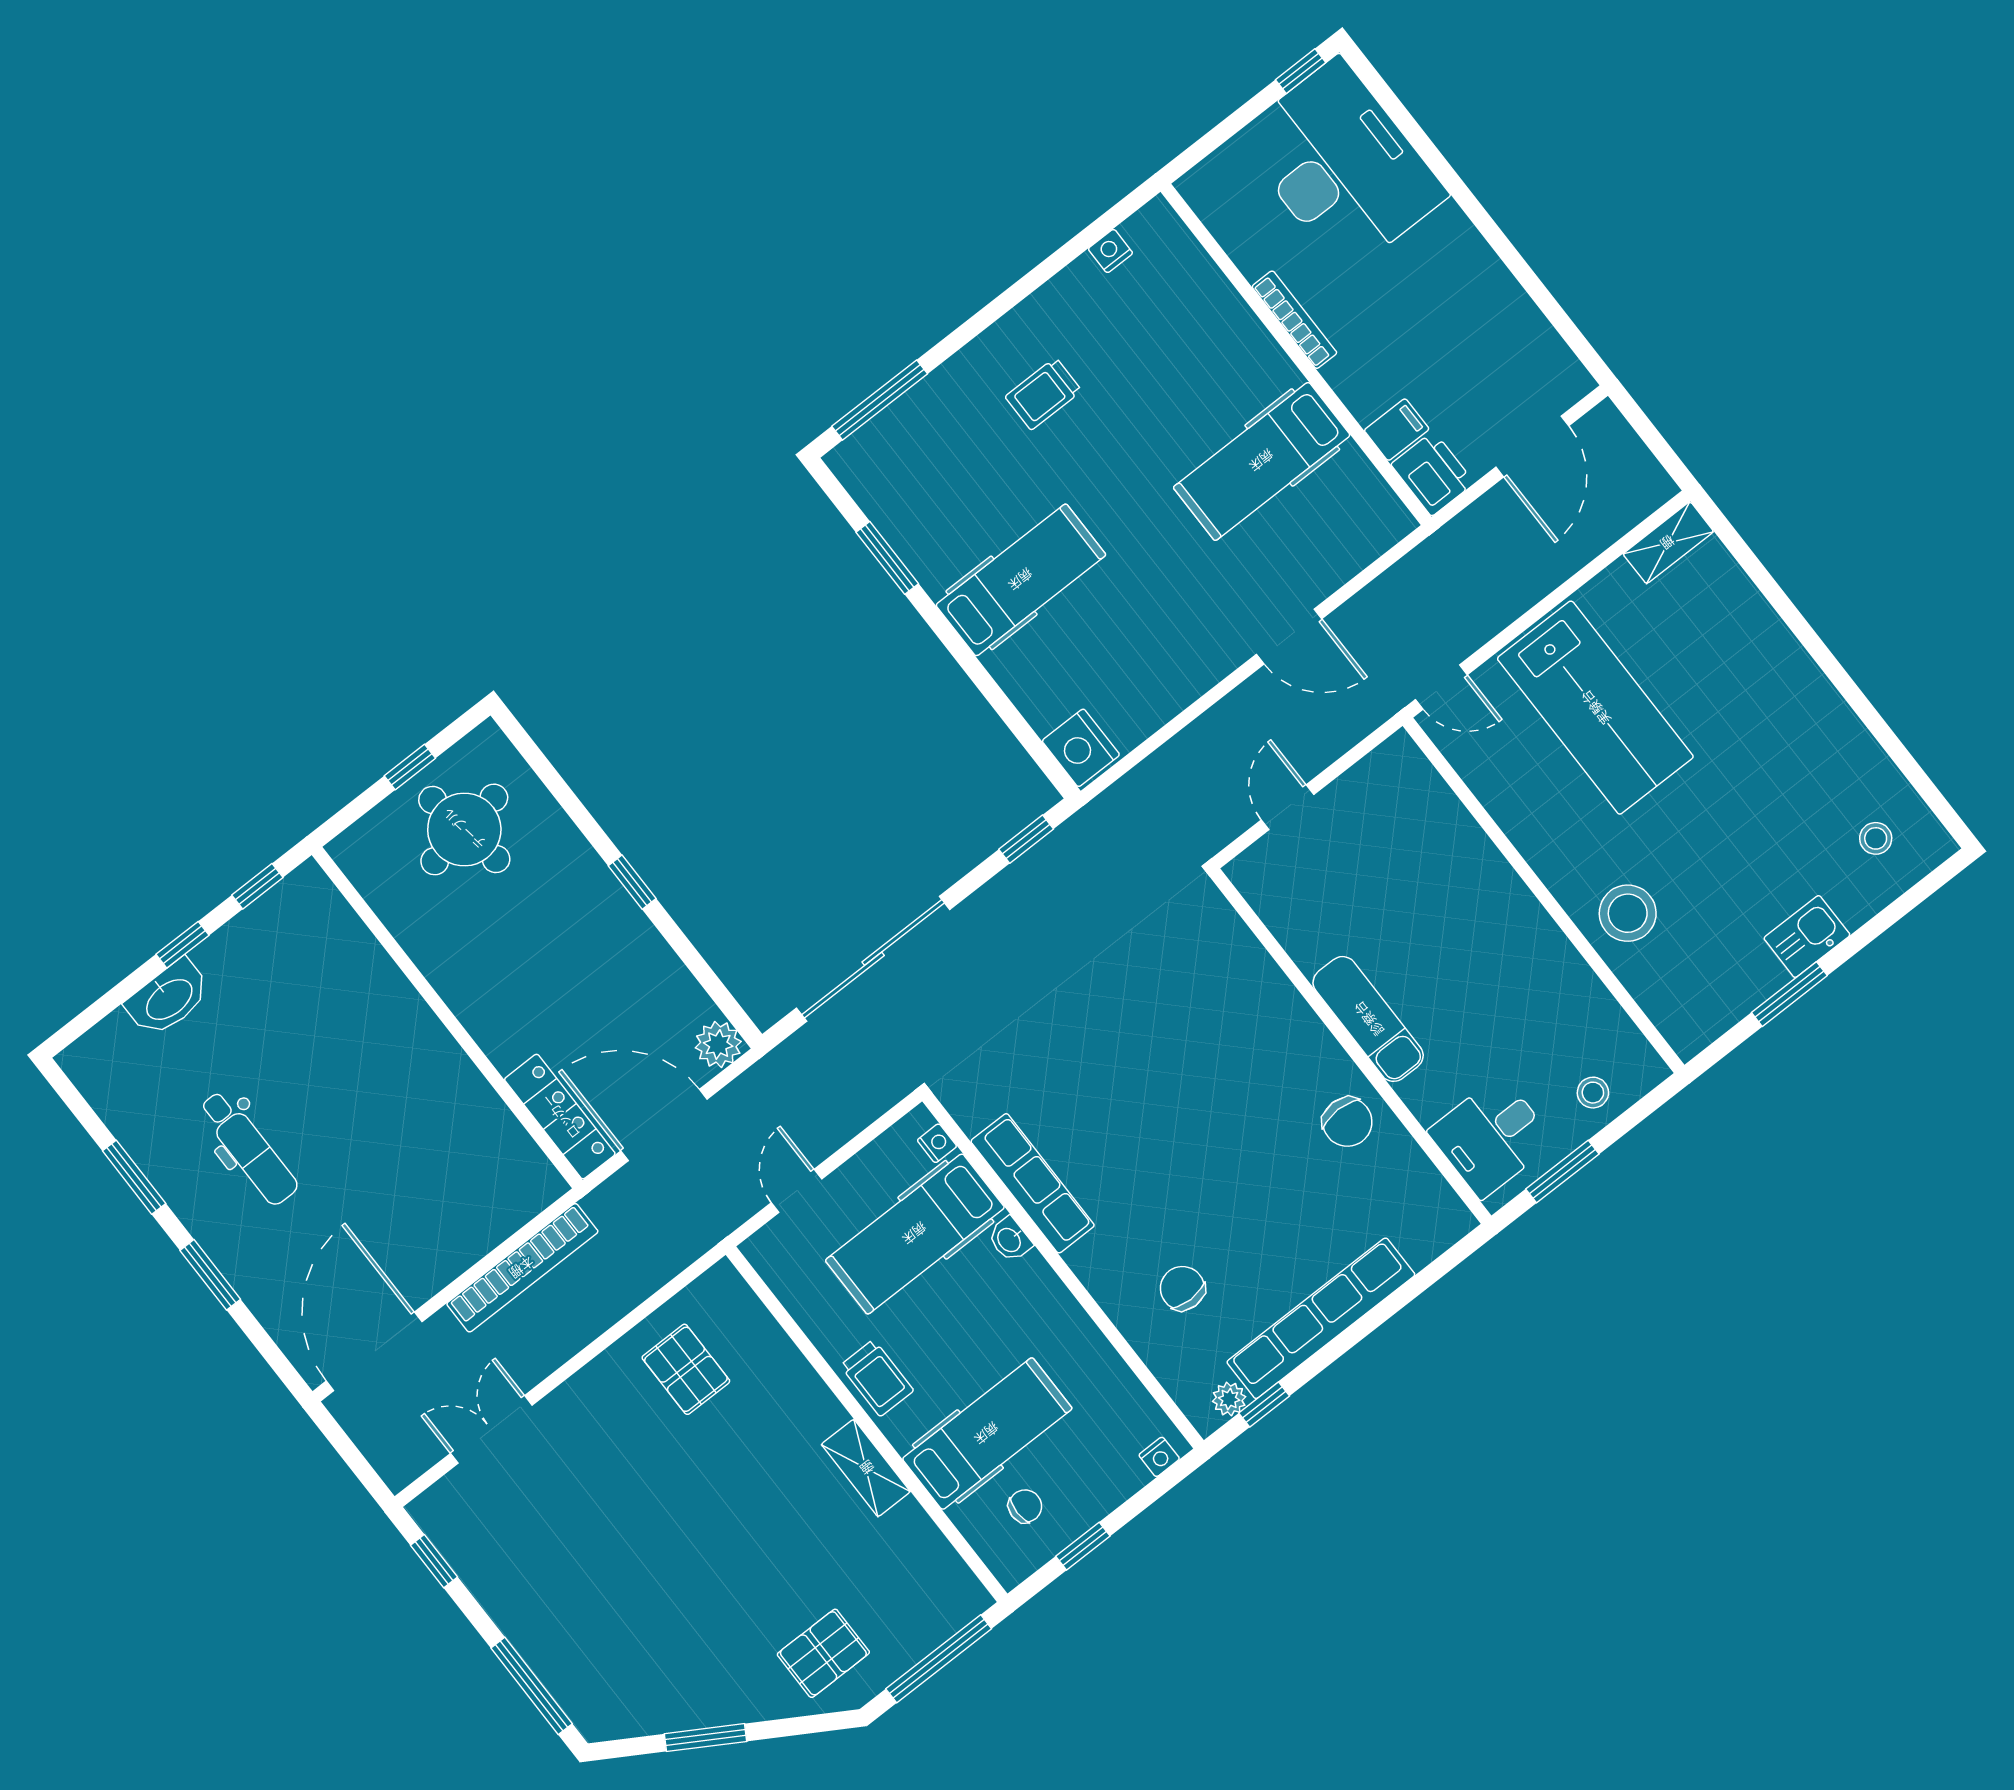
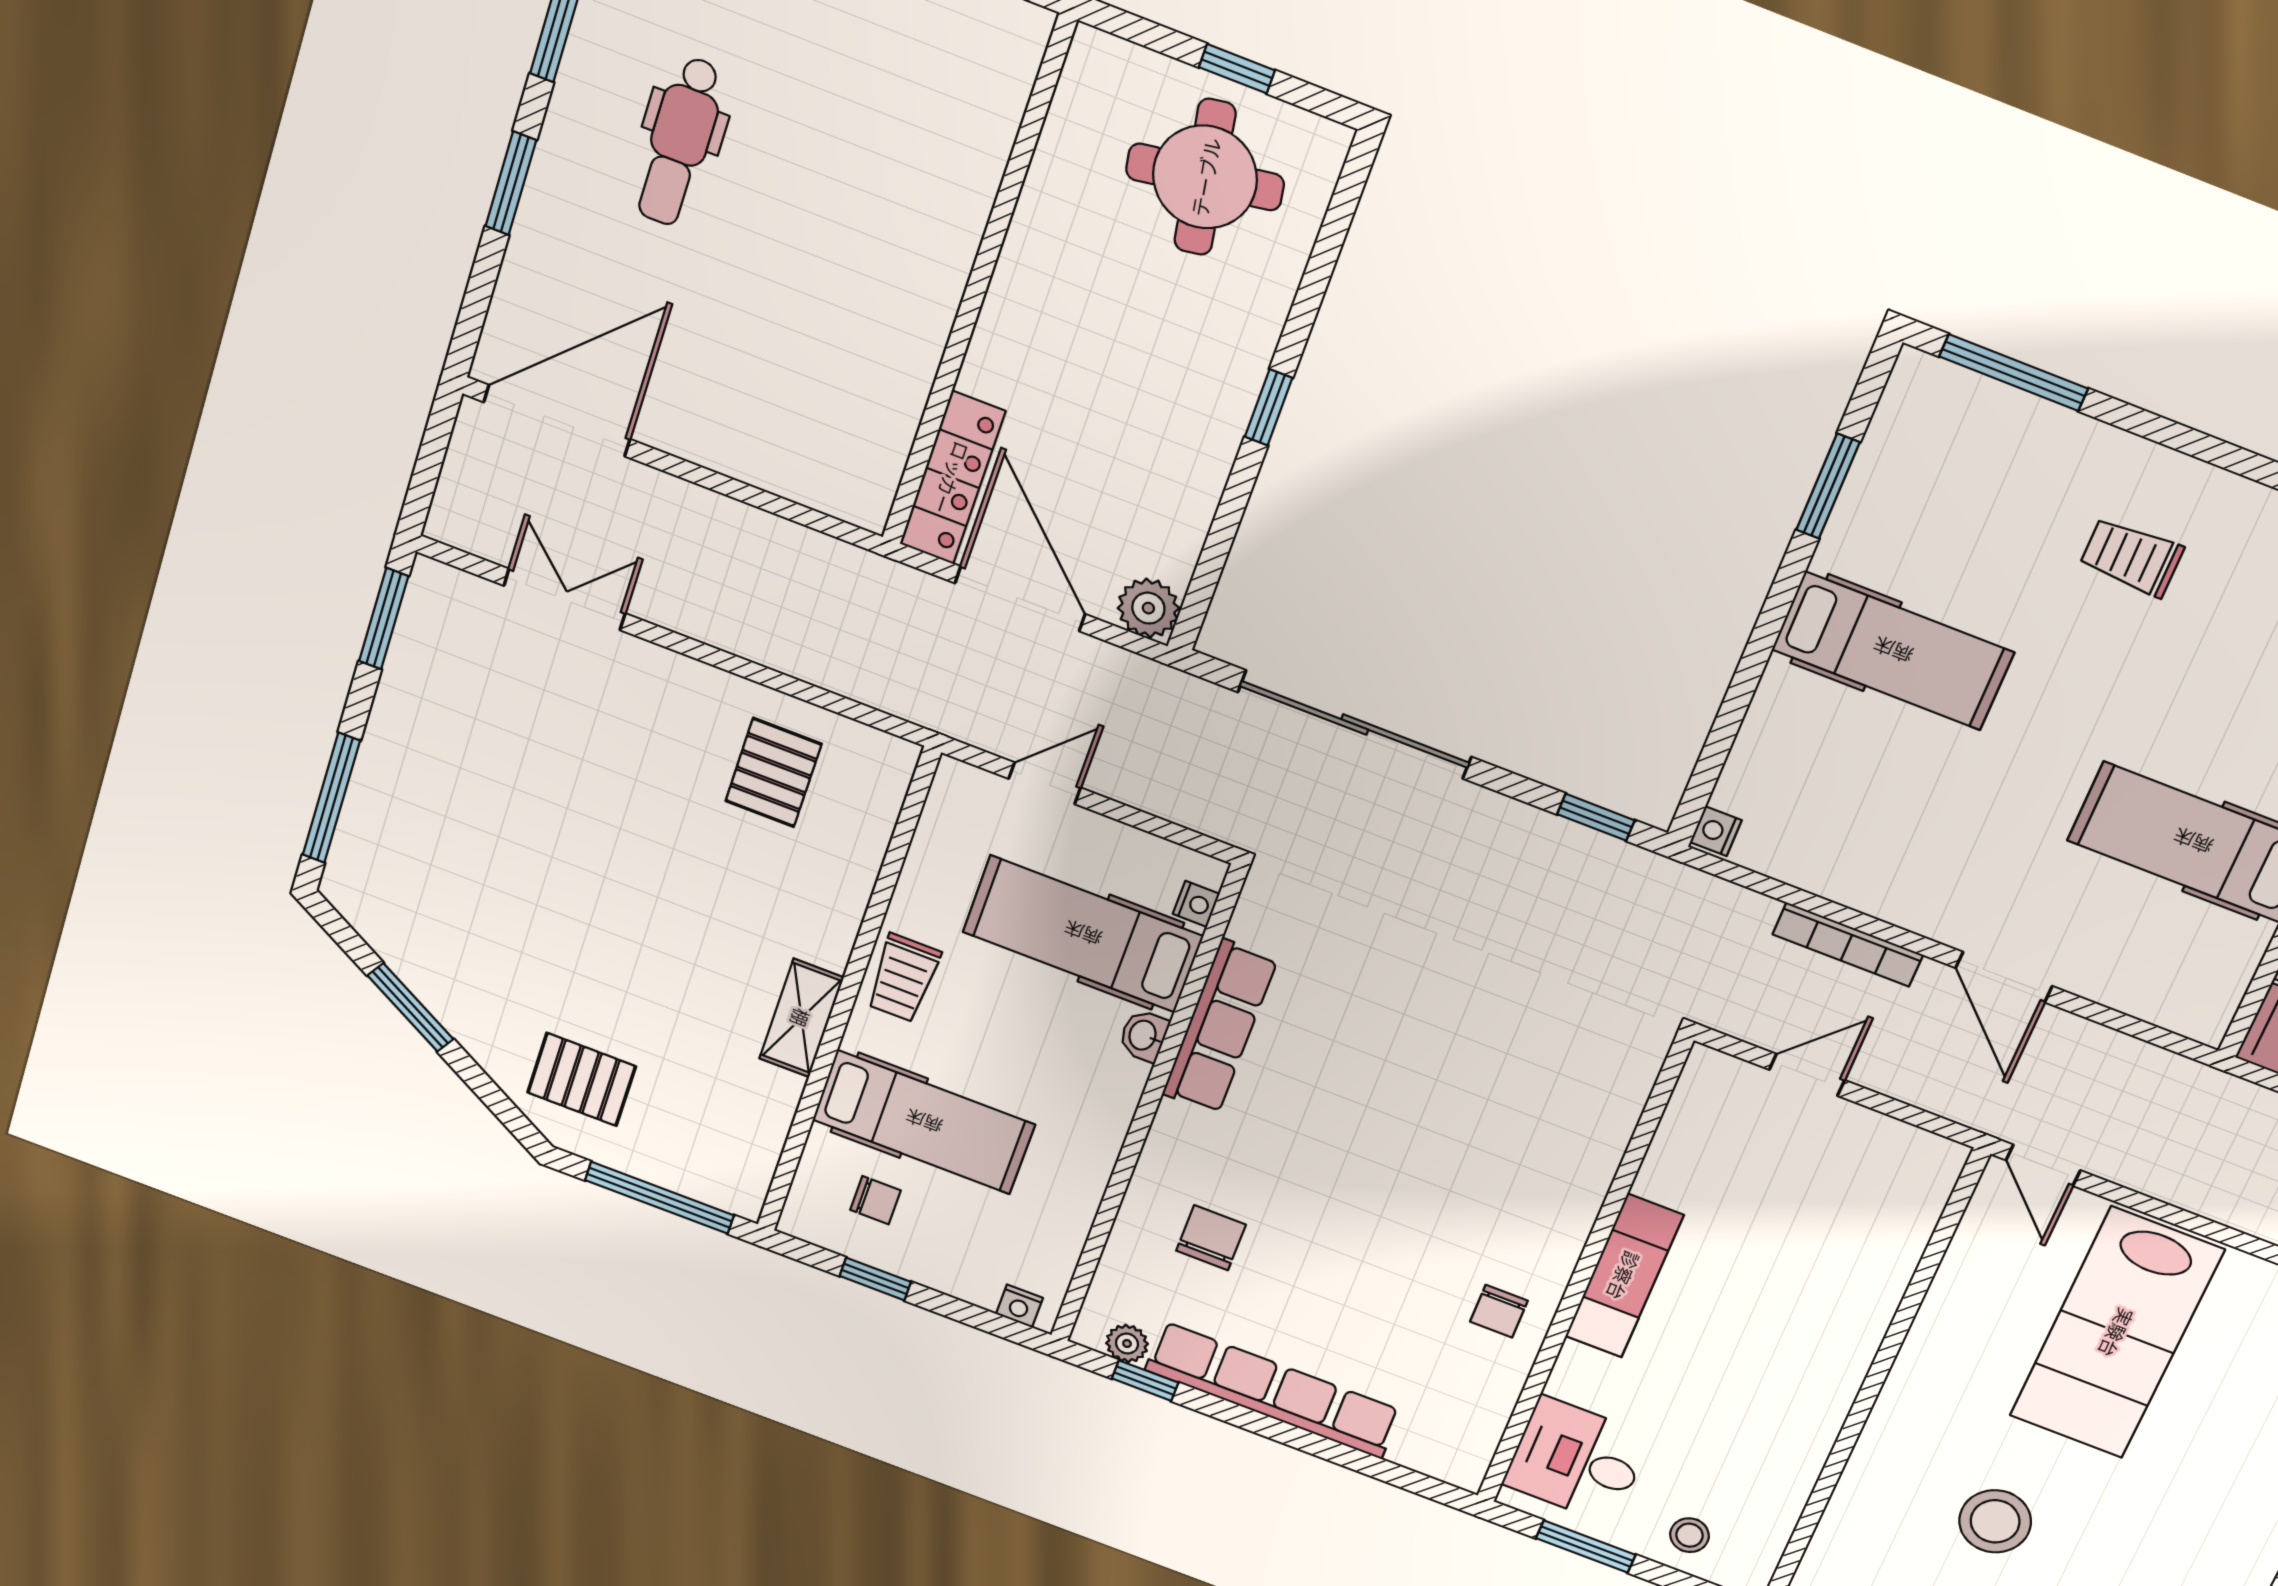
nightstand: (1081, 748) -> (1716, 831), width x0.53, depth x0.56
stool: (1628, 913) -> (1995, 1521), moved
chair: (1347, 1122) -> (1499, 1311), width x0.73, depth x0.73
bookcase: (522, 1268) -> (1848, 945), moved, width x0.68, depth x0.76
window: (434, 1561) -> (384, 619), width x1.50

